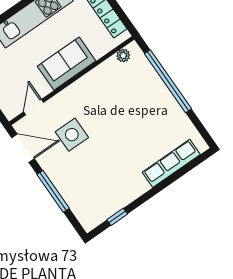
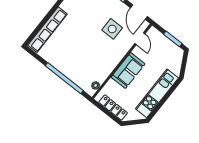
door: (23, 148) -> (139, 12), hinge flipped
row of seats: (171, 163) -> (48, 30), width x1.36

